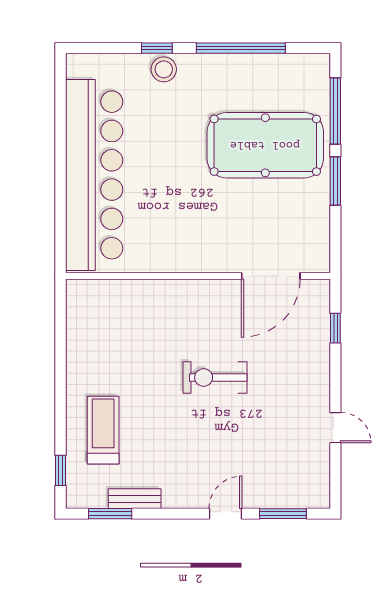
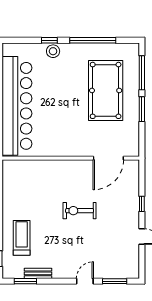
pool table: (265, 145) -> (106, 90), turned 90
window: (335, 328) -> (142, 204), moved

